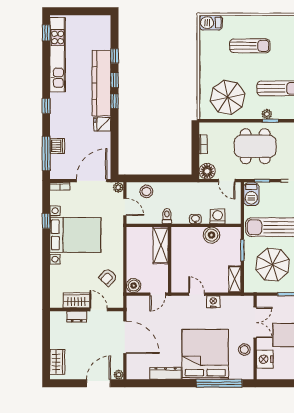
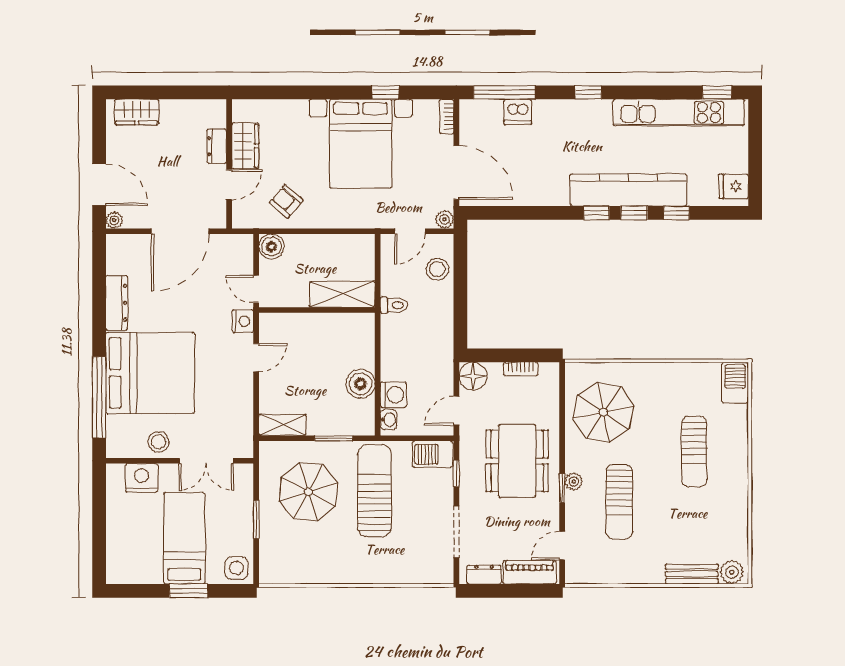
fridge: (102, 124) -> (734, 186), moved, turned -90
washbasin: (195, 219) -> (389, 420), moved
nightstand: (213, 302) -> (243, 321), moved

